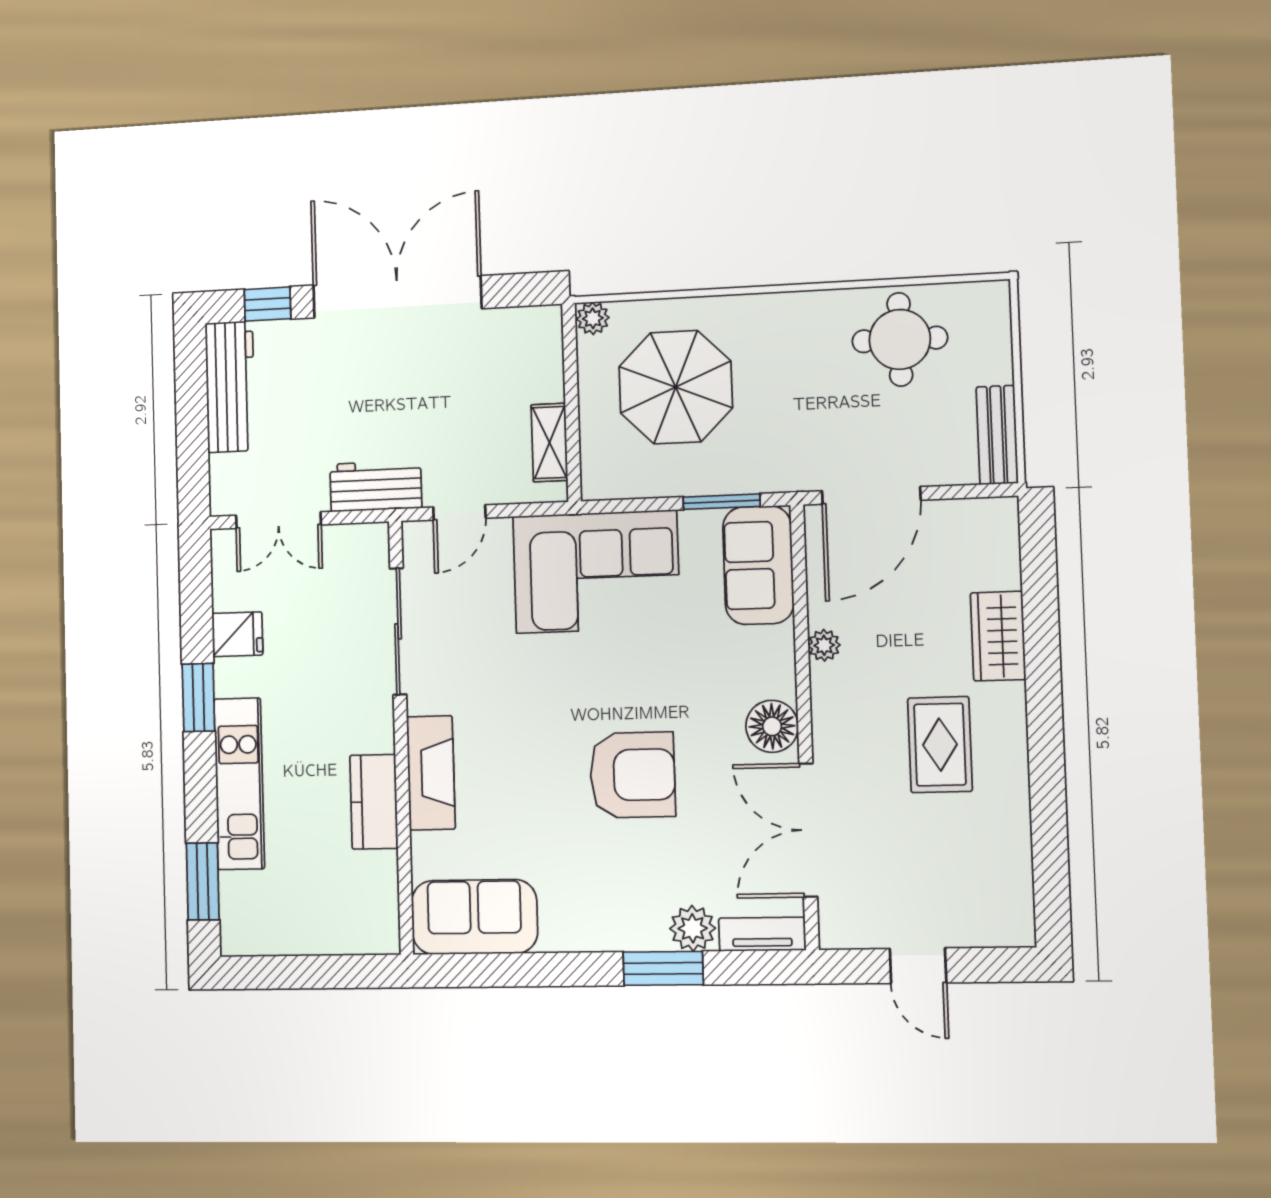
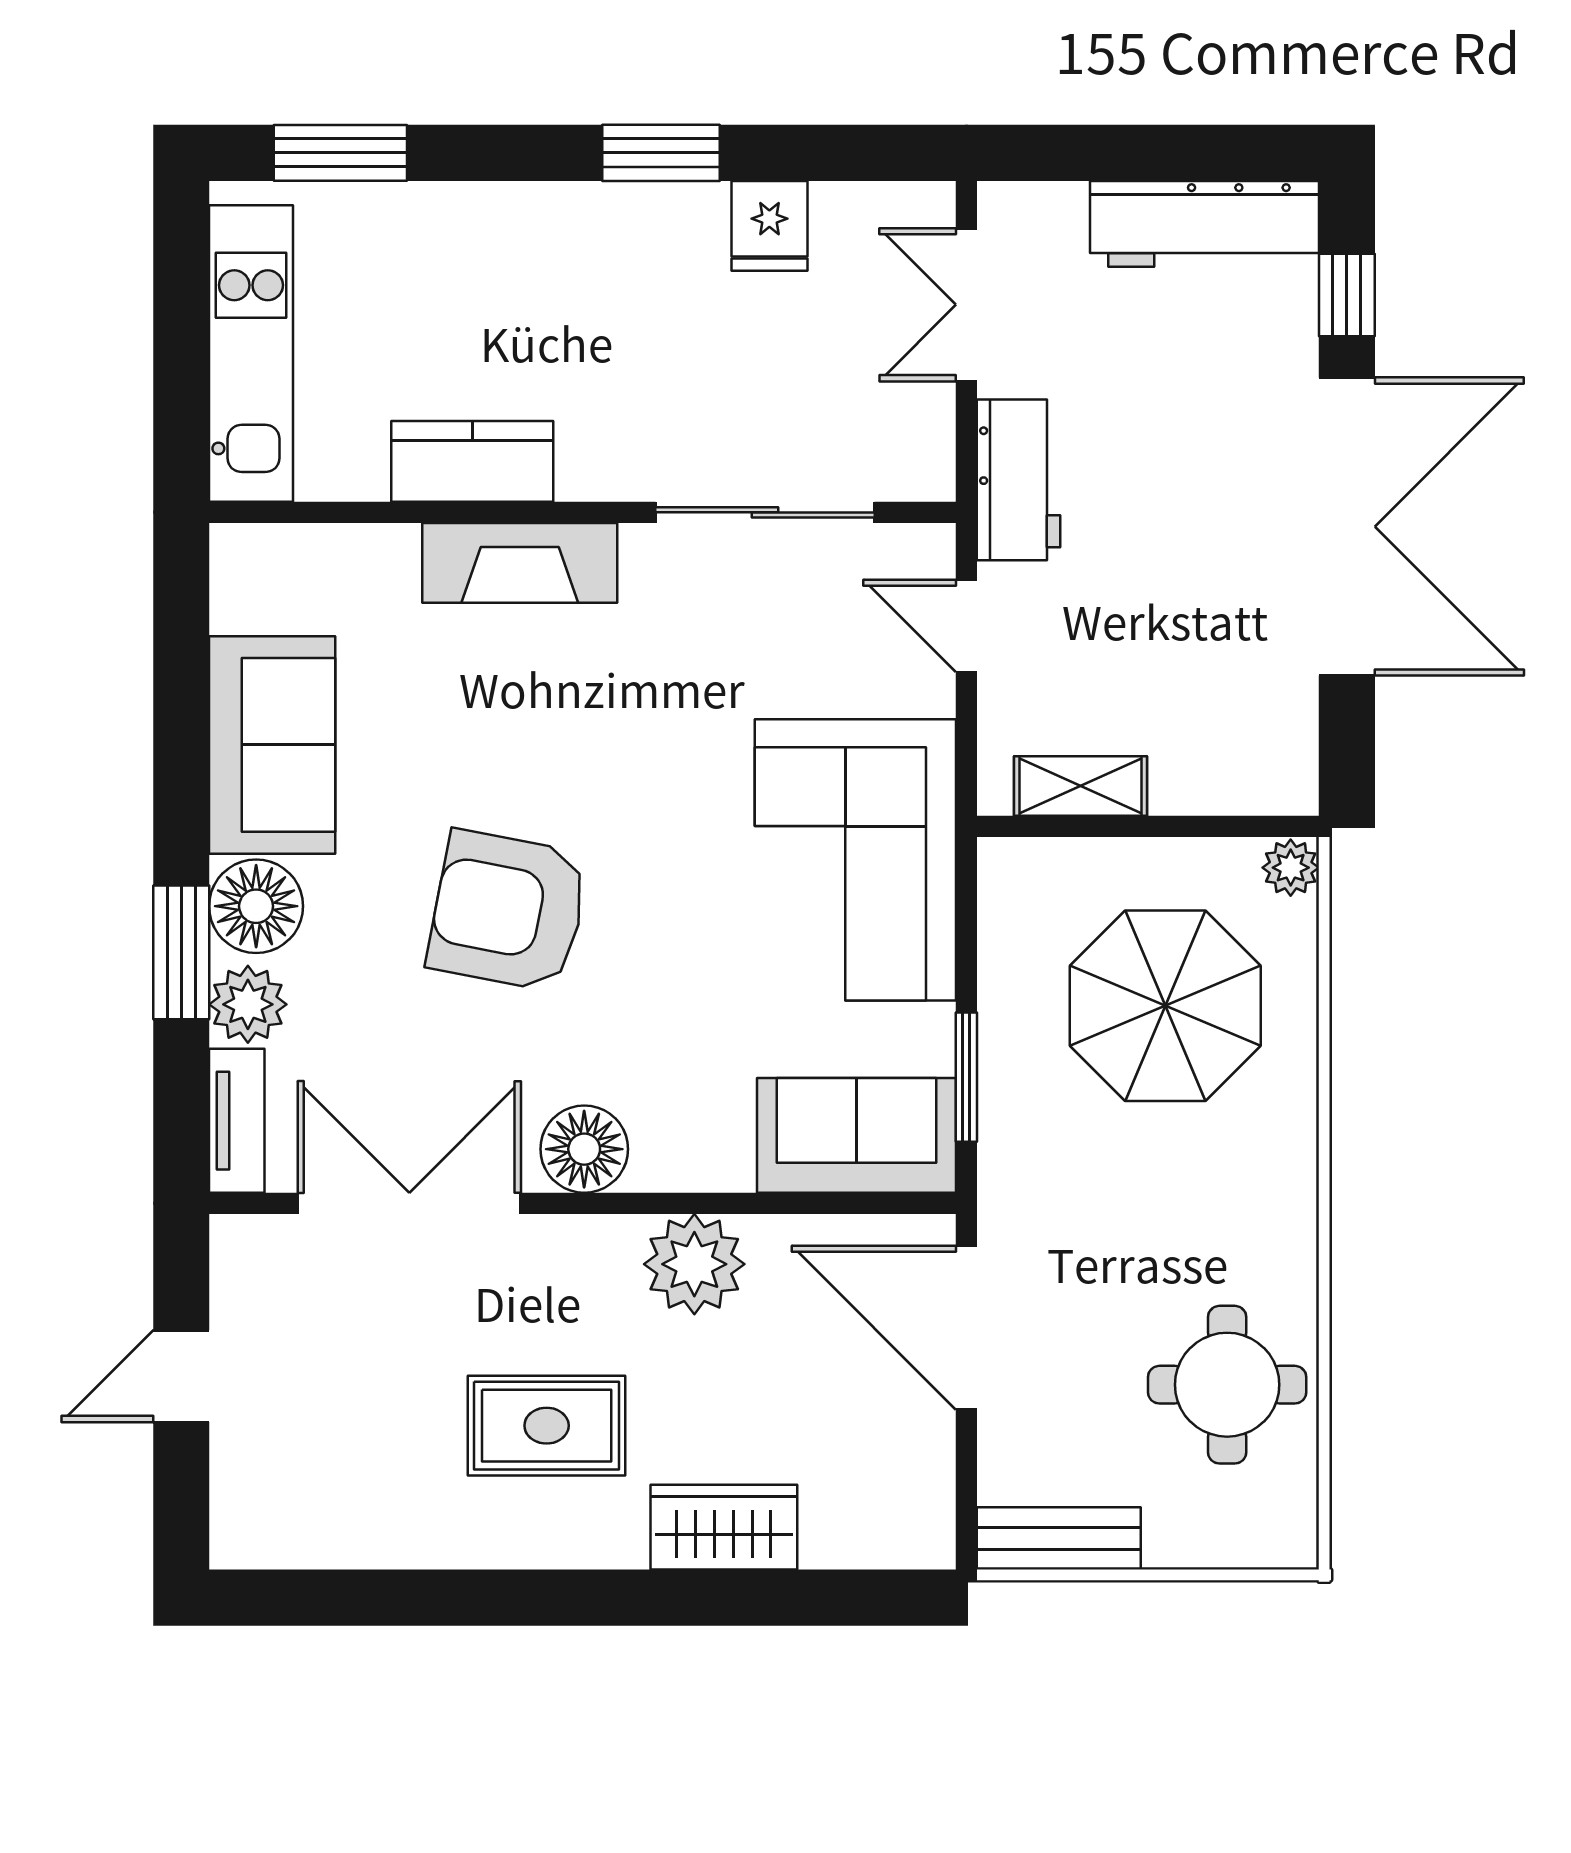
plant: (824, 645) -> (694, 1264), width x1.87, depth x1.87
armchair: (632, 775) -> (508, 911), turned 101
kitchen unit: (239, 784) -> (251, 353), moved, turned -90
sofa: (474, 917) -> (272, 745), moved
floor lamp: (635, 924) -> (256, 906), added

